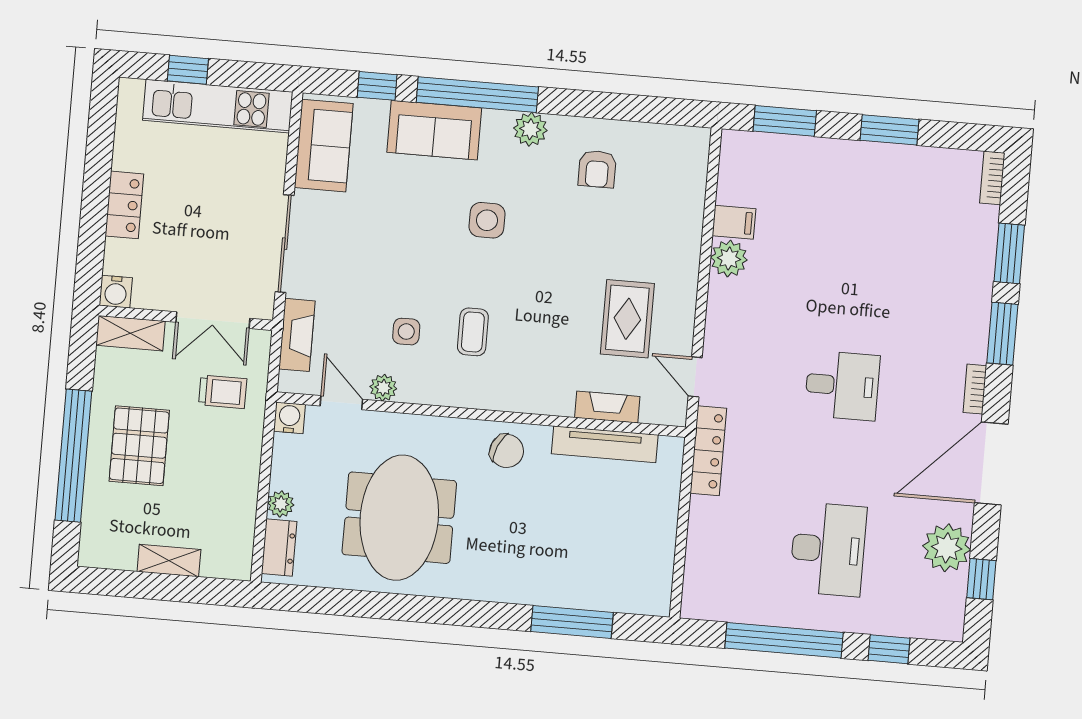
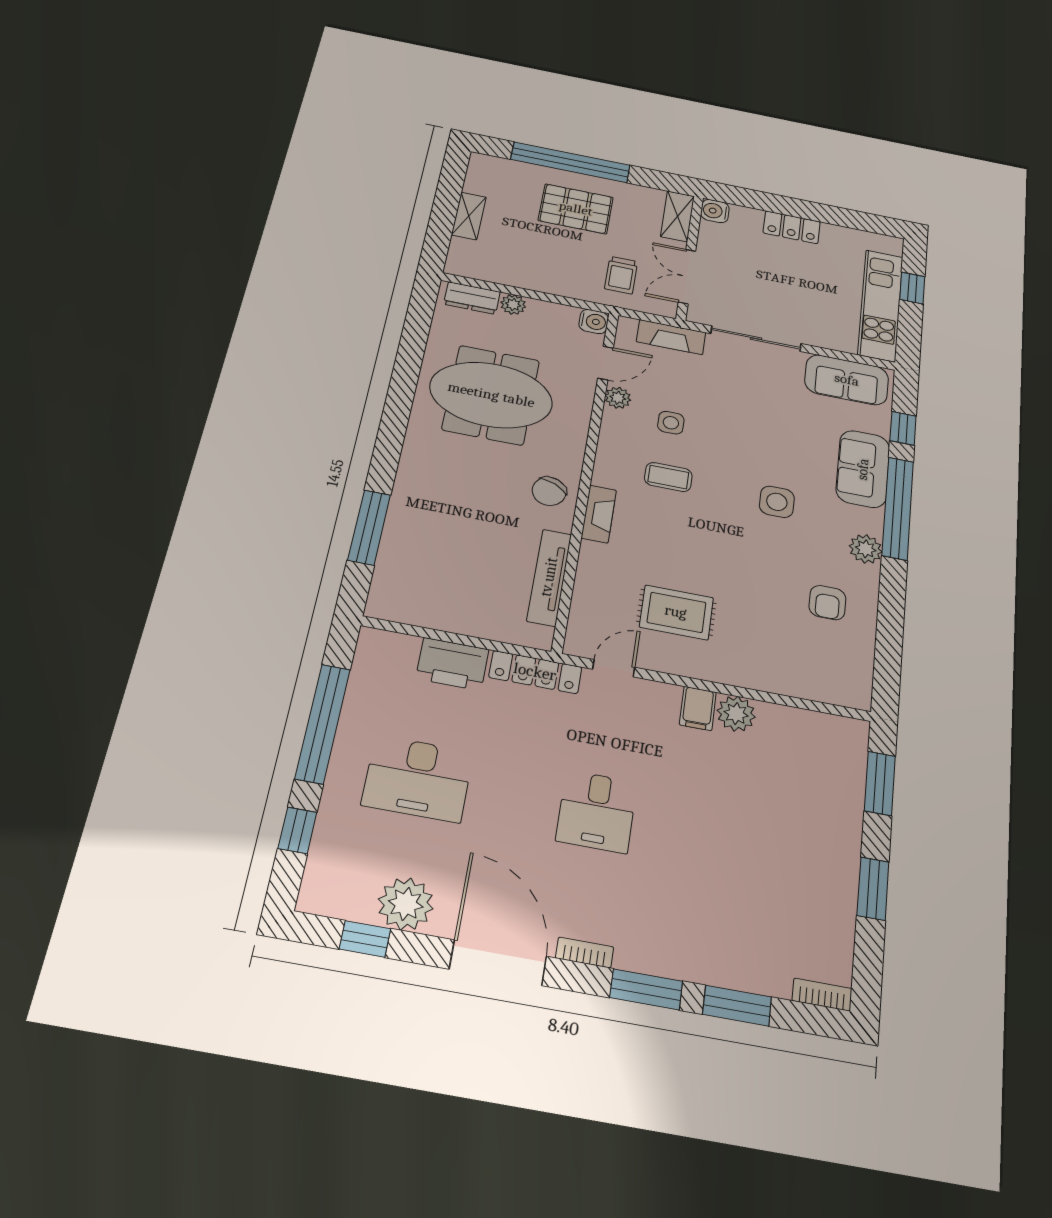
armchair: (597, 169) -> (828, 603), turned -90
filing cabinet: (734, 222) -> (698, 708), moved
fireplace: (607, 407) -> (599, 514), moved
printer: (709, 529) -> (452, 664), added

